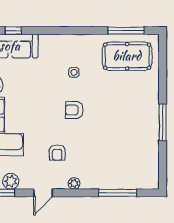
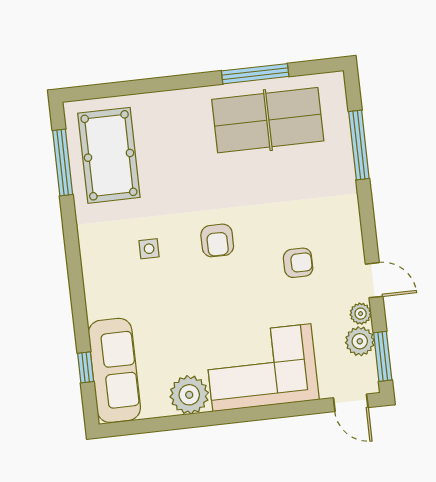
window: (163, 122) -> (255, 74), moved
table tennis table: (137, 145) -> (268, 120), added
plant: (74, 183) -> (361, 314), moved

